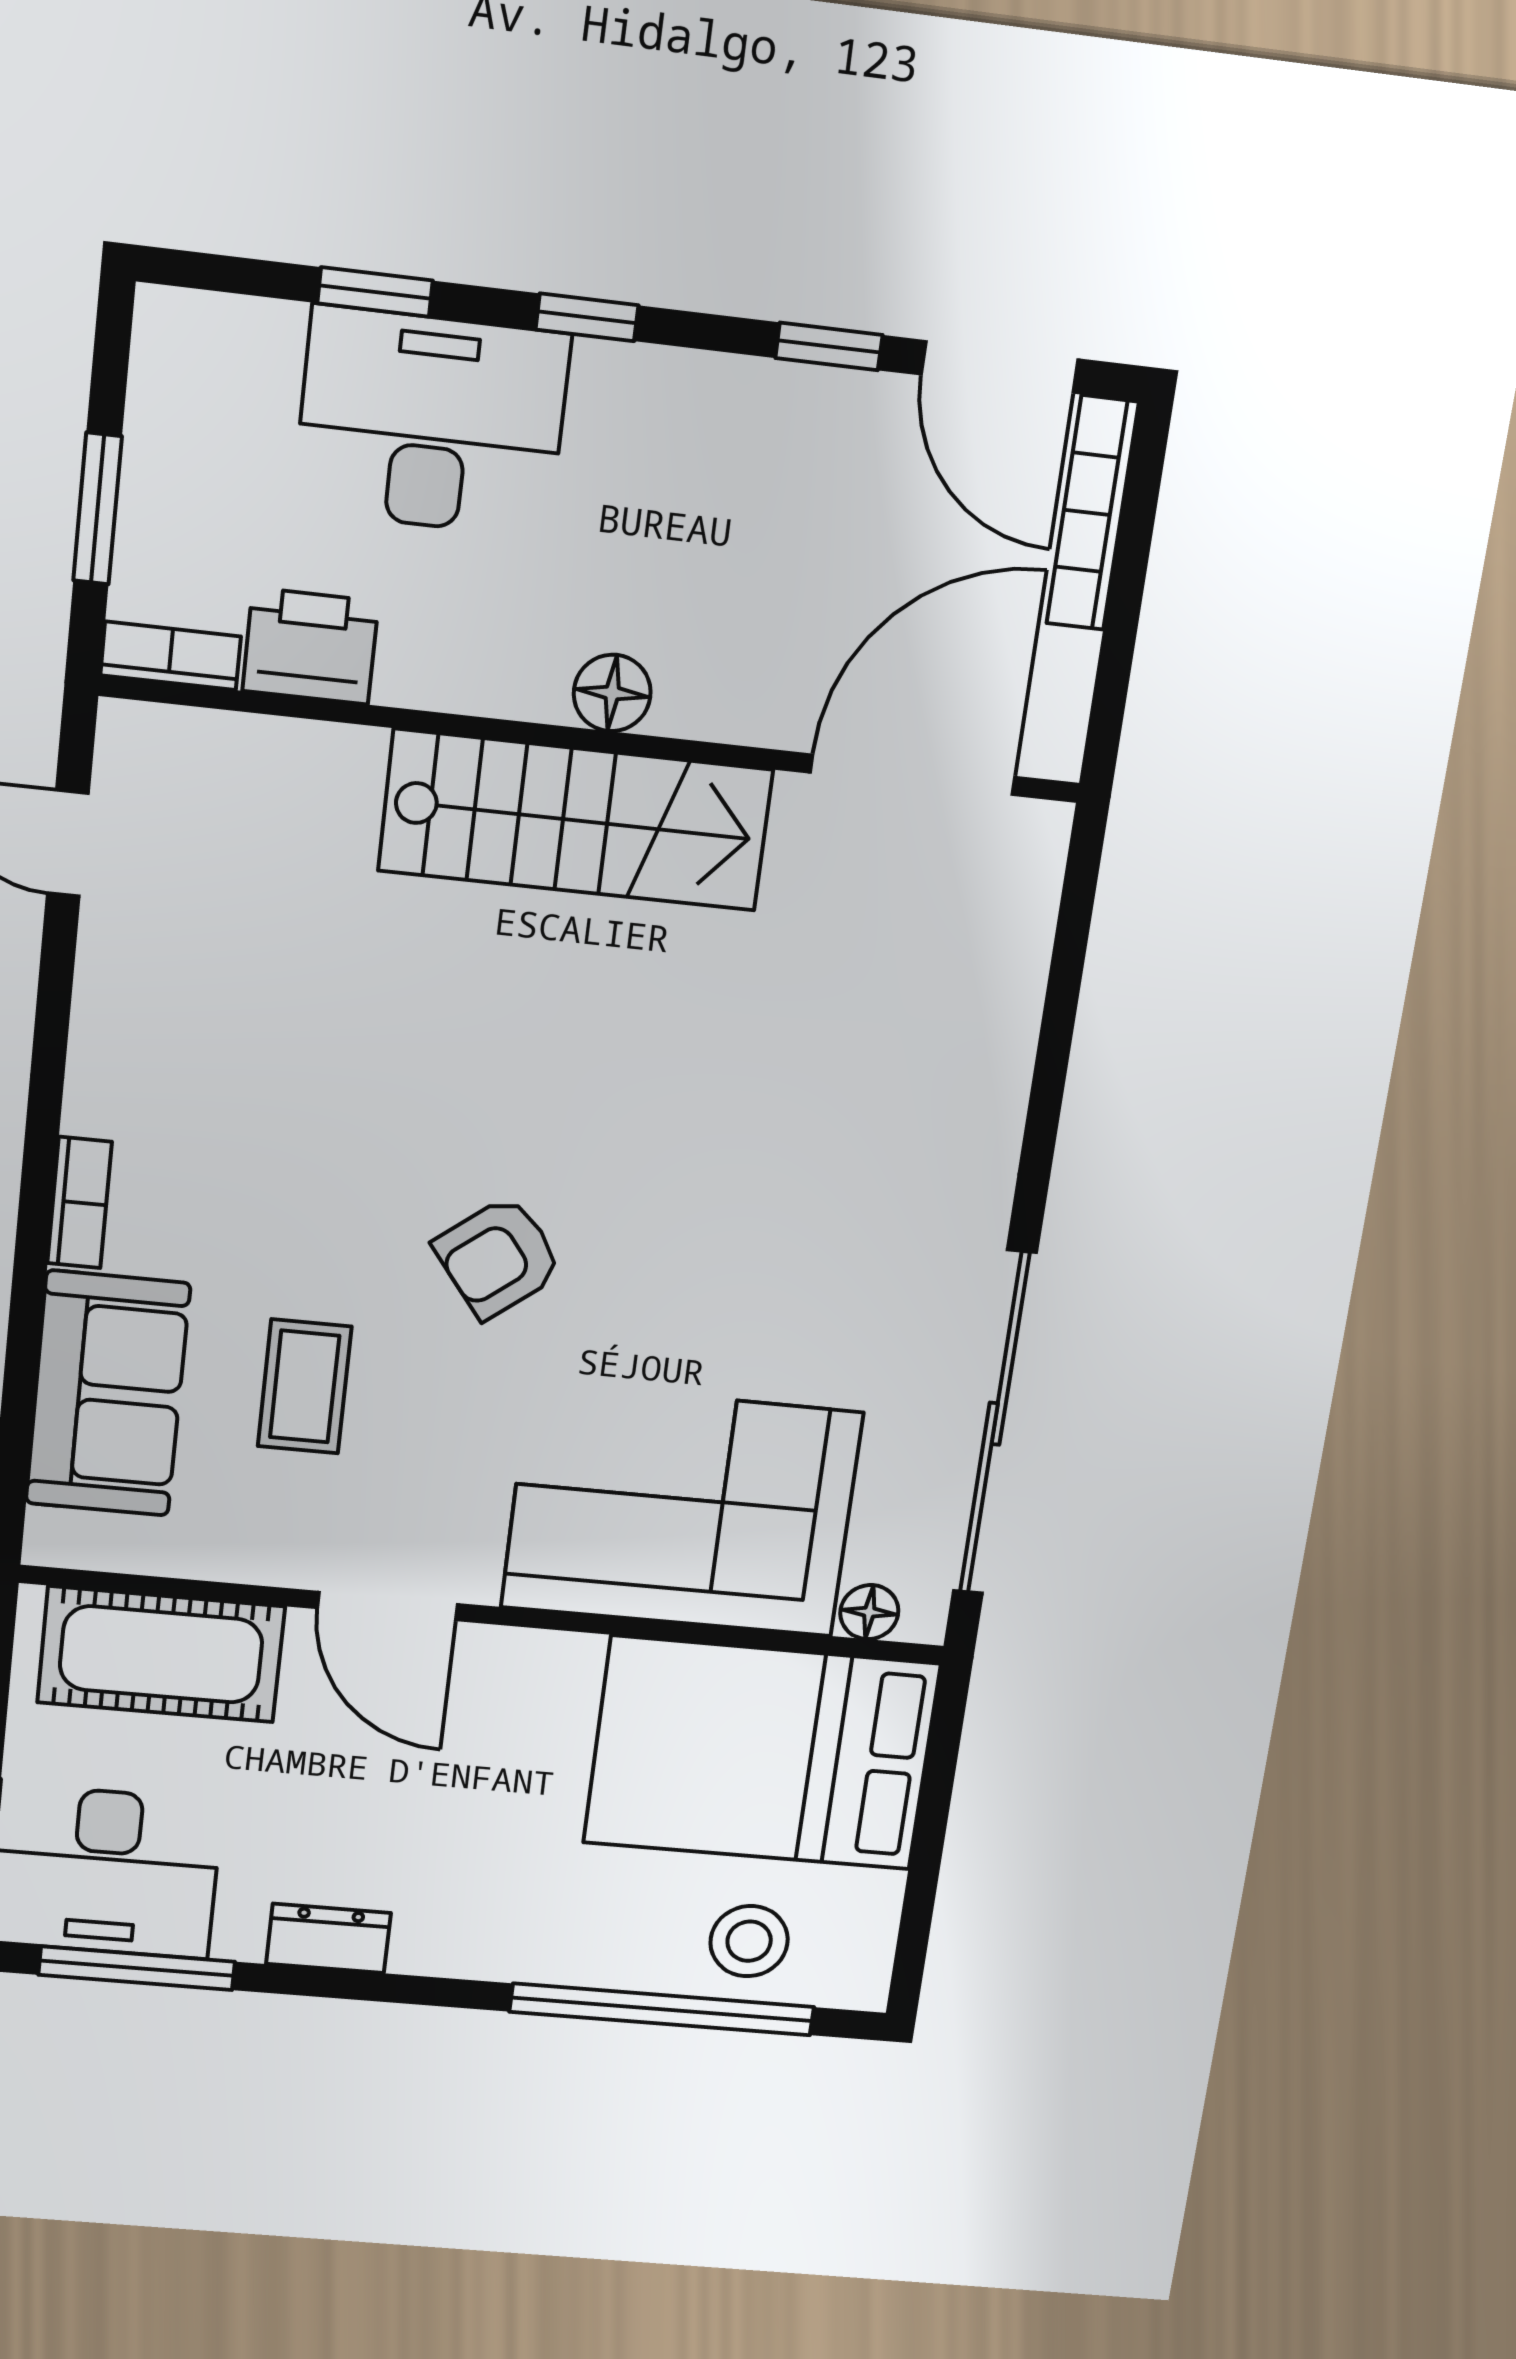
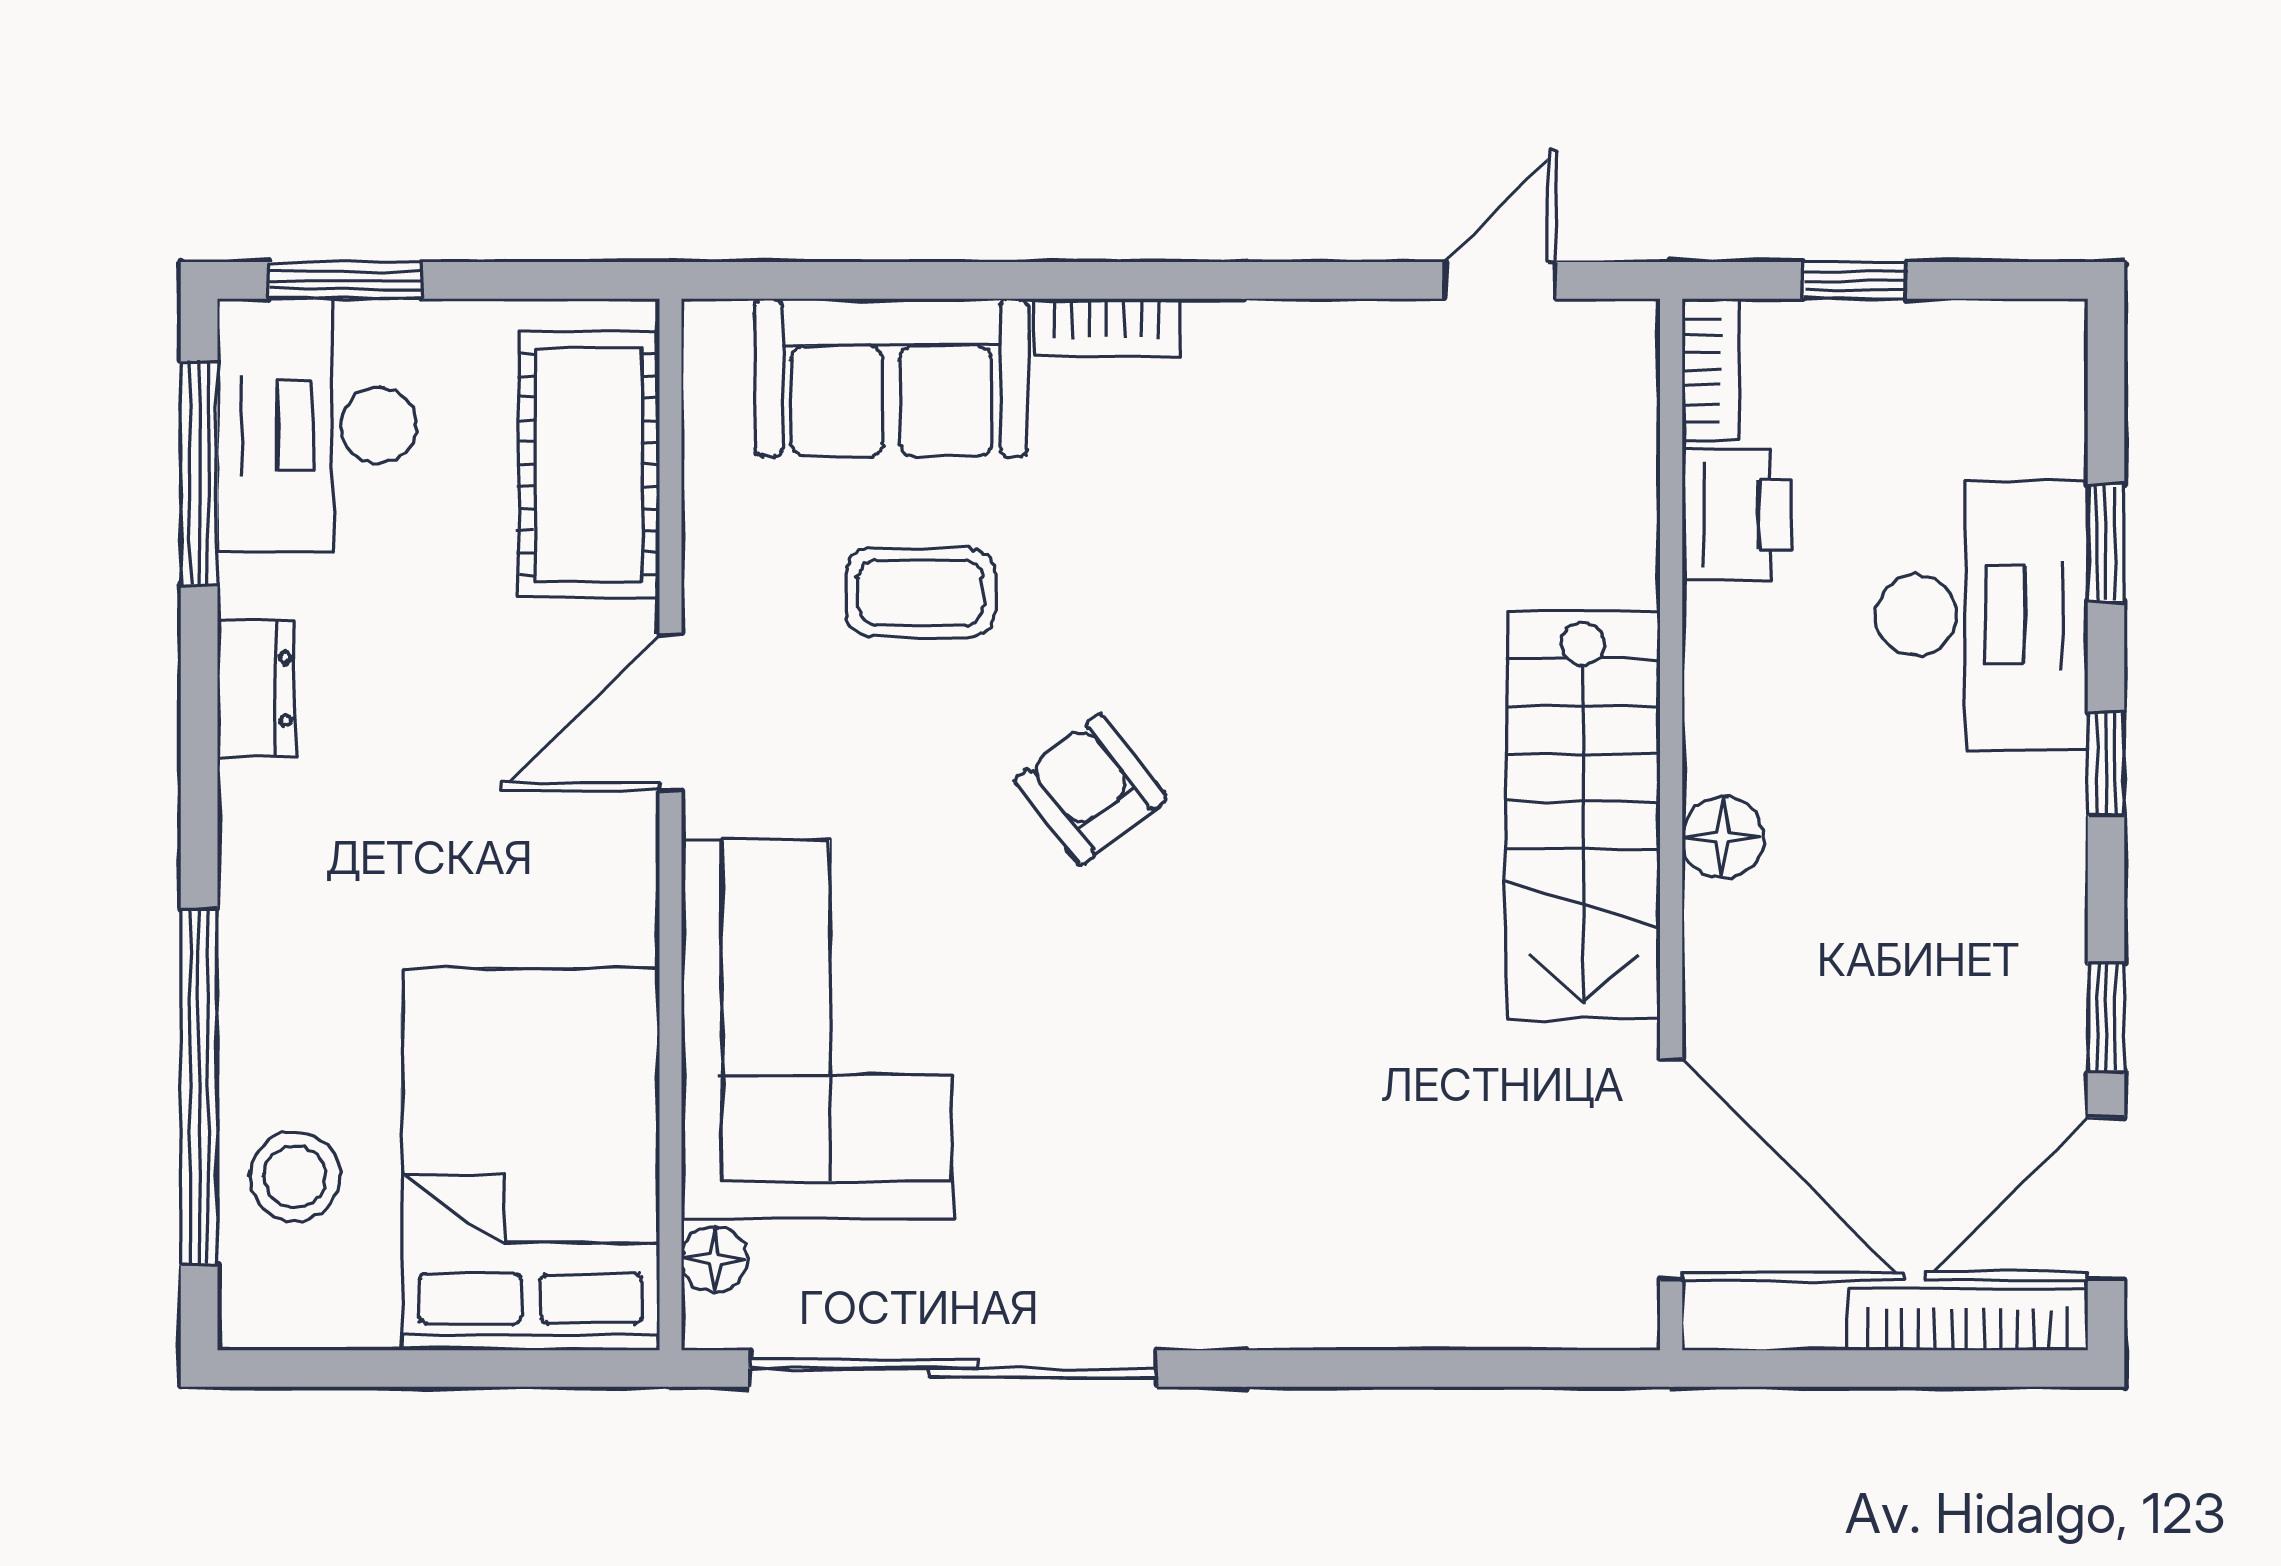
window: (98, 509) -> (1854, 280), width x0.67

